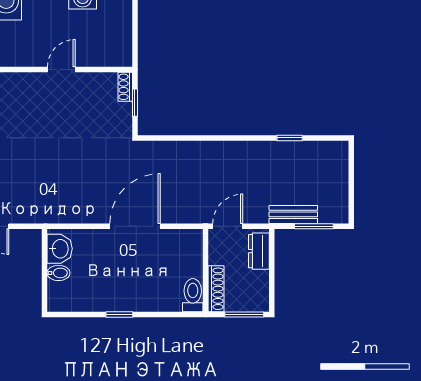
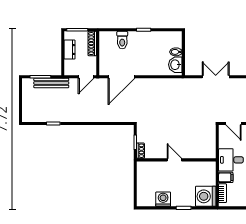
door: (61, 70) -> (174, 160), swing flipped
bench: (293, 214) -> (51, 83), width x1.36
door: (135, 226) -> (121, 77), moved
dresser: (259, 251) -> (70, 50), moved
toilet: (193, 295) -> (122, 40), moved

